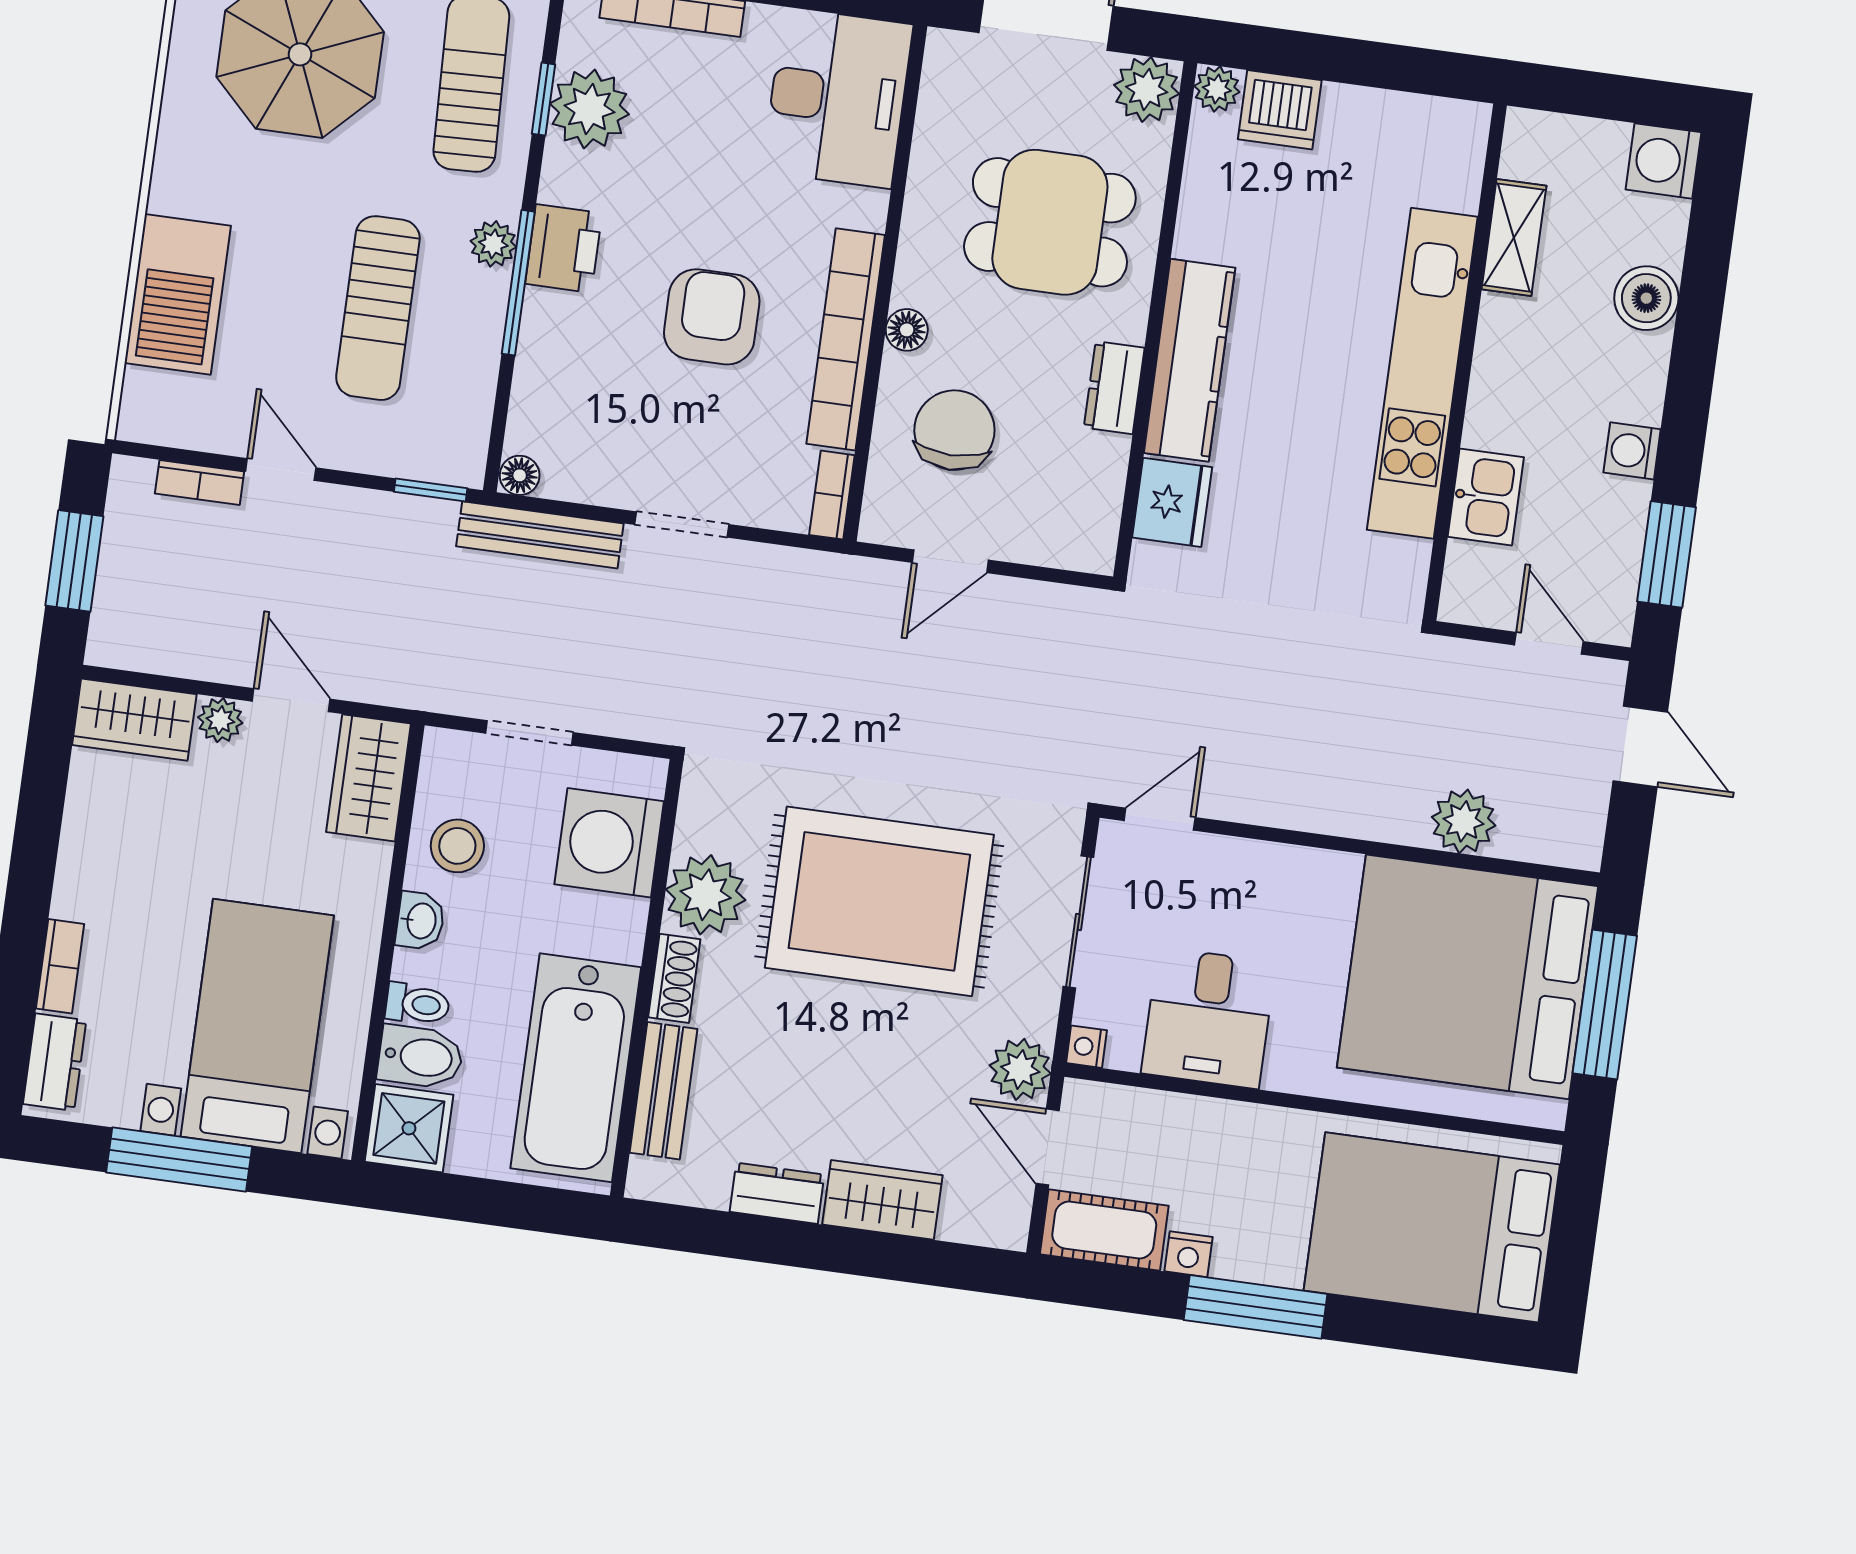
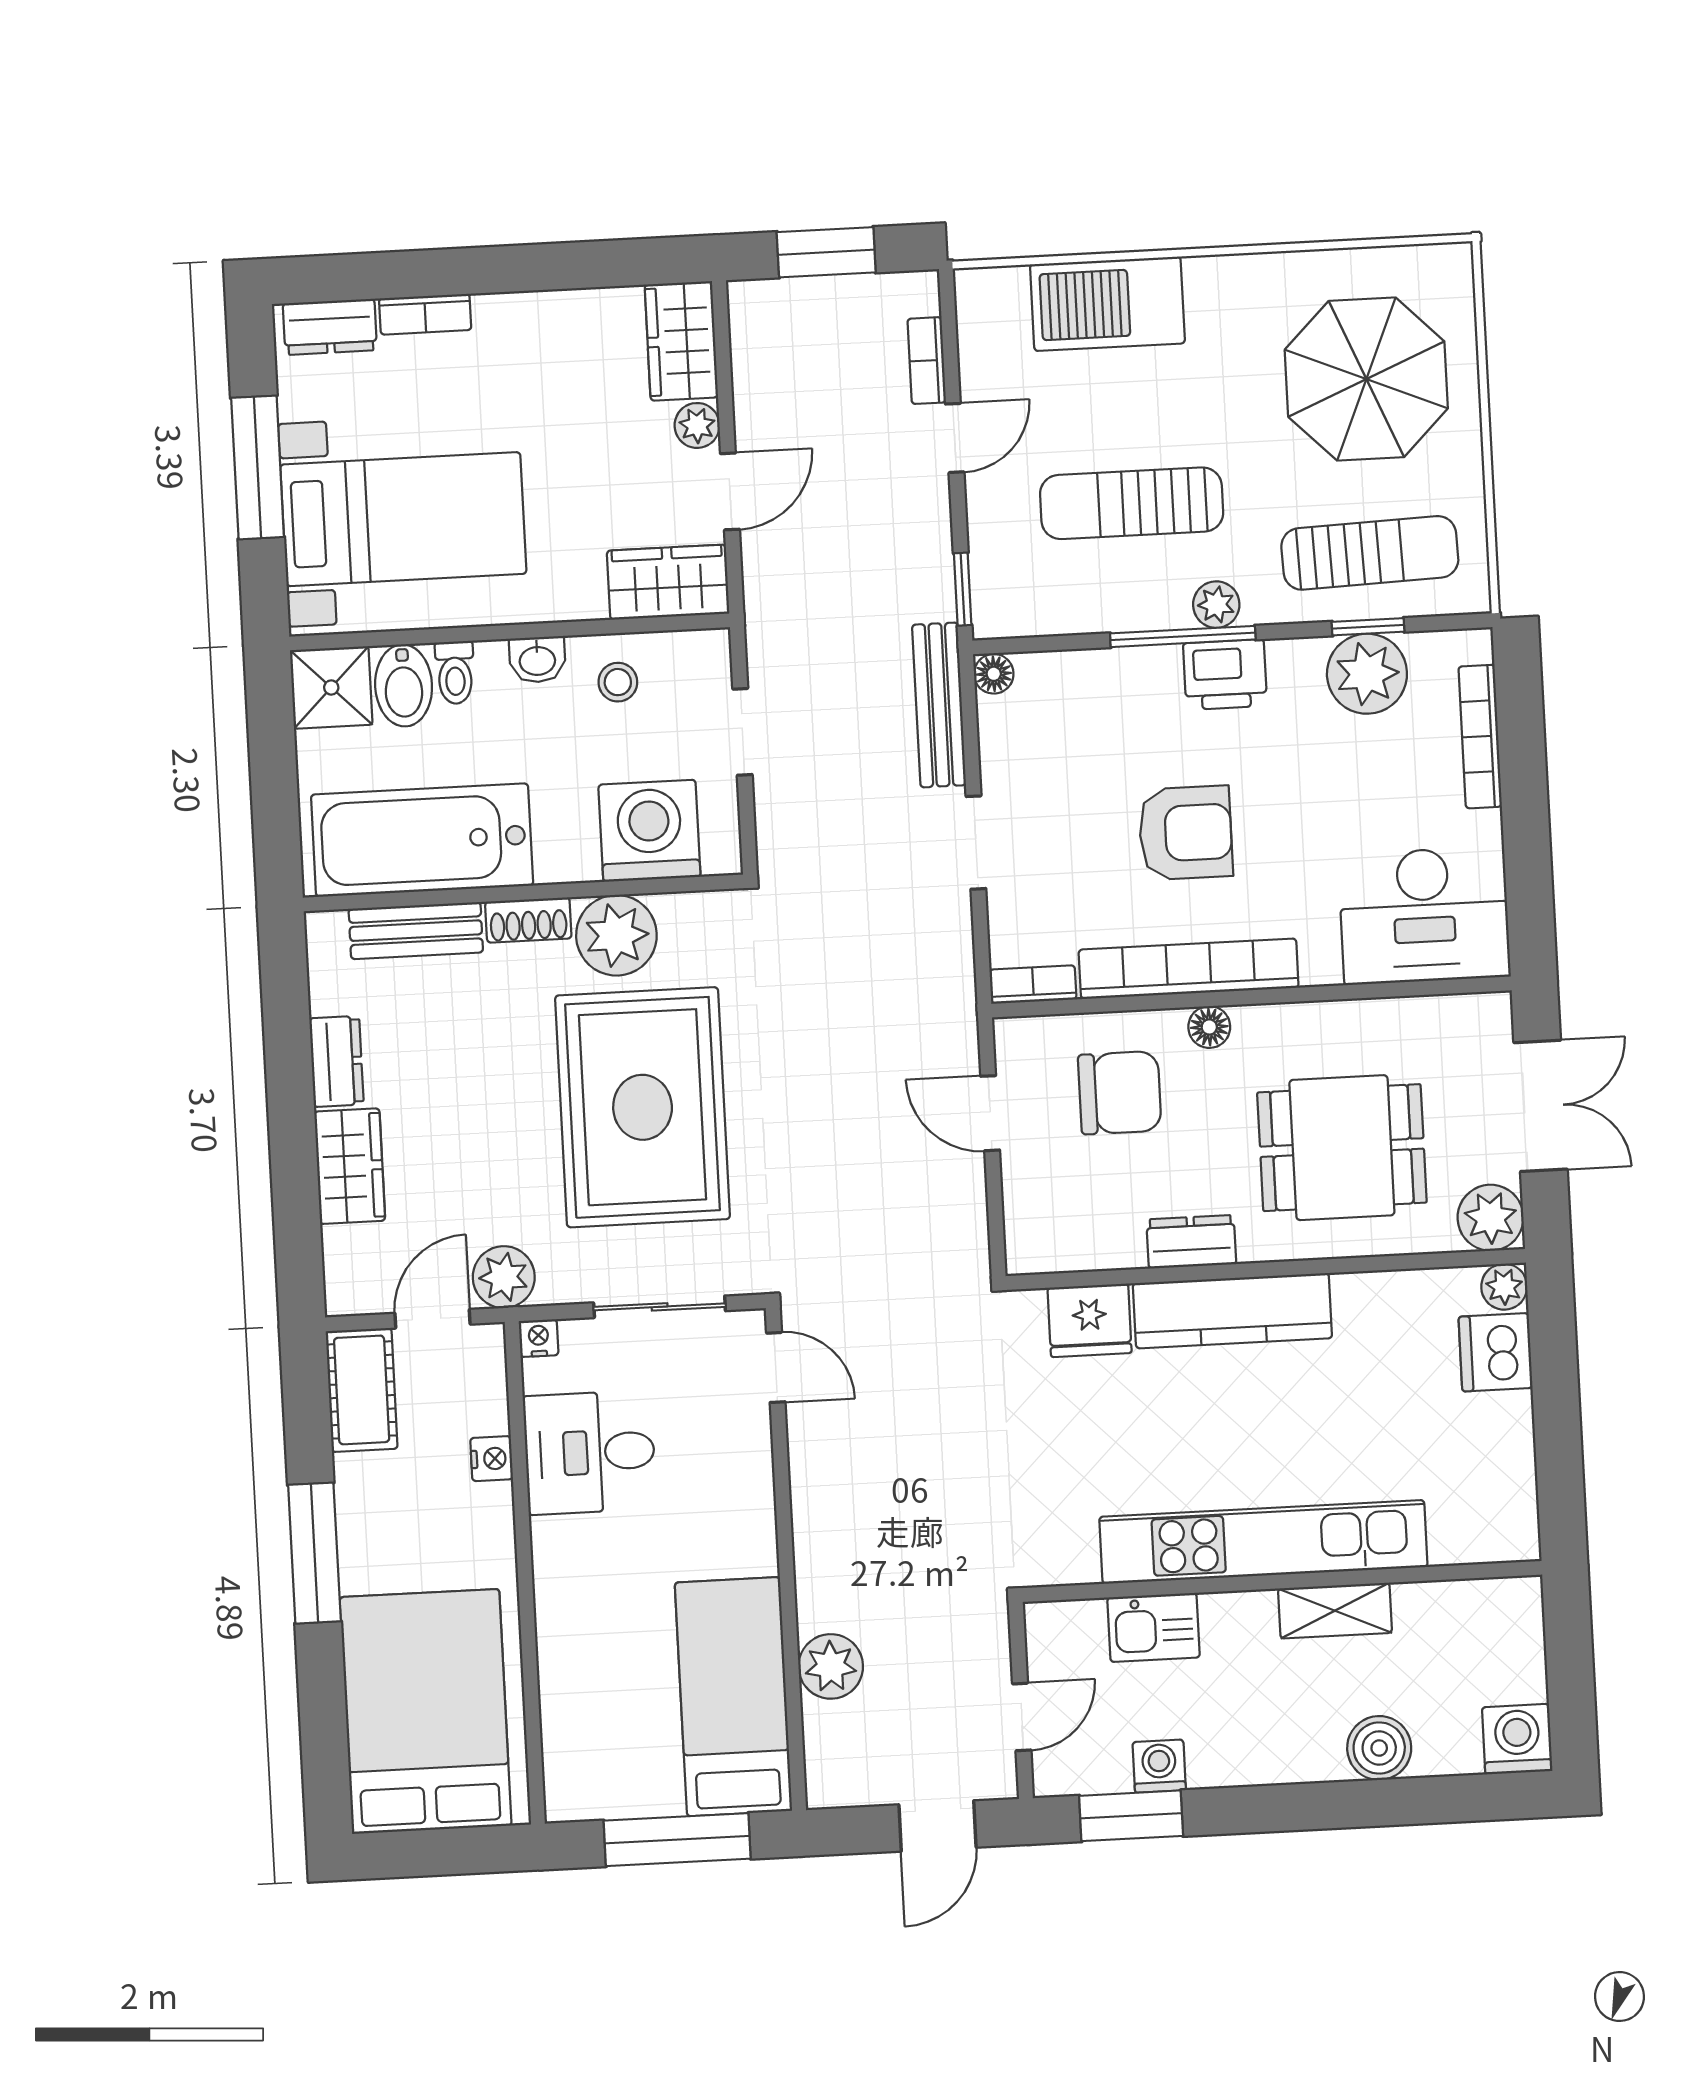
dining table: (1050, 222) -> (1342, 1148), turned 90
shelving: (1514, 238) -> (1335, 1611), moved
washing machine: (1632, 451) -> (1159, 1766), moved
stool: (457, 846) -> (618, 682), width x0.73, depth x0.73
bed: (1468, 977) -> (733, 1697), width x0.49
nightstand: (1188, 1254) -> (492, 1459), moved, turned 180

